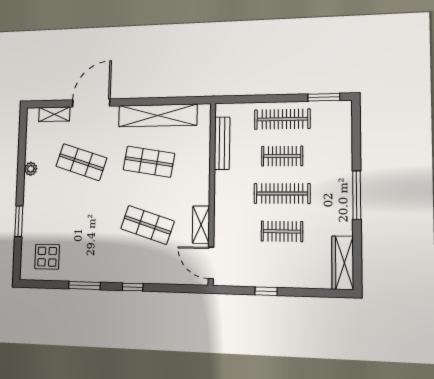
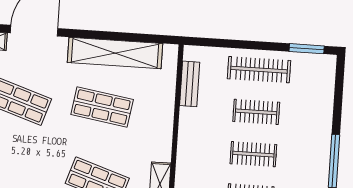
bench: (222, 143) -> (190, 84), width x0.73
clothes rail: (282, 194) -> (253, 154), width x0.73

